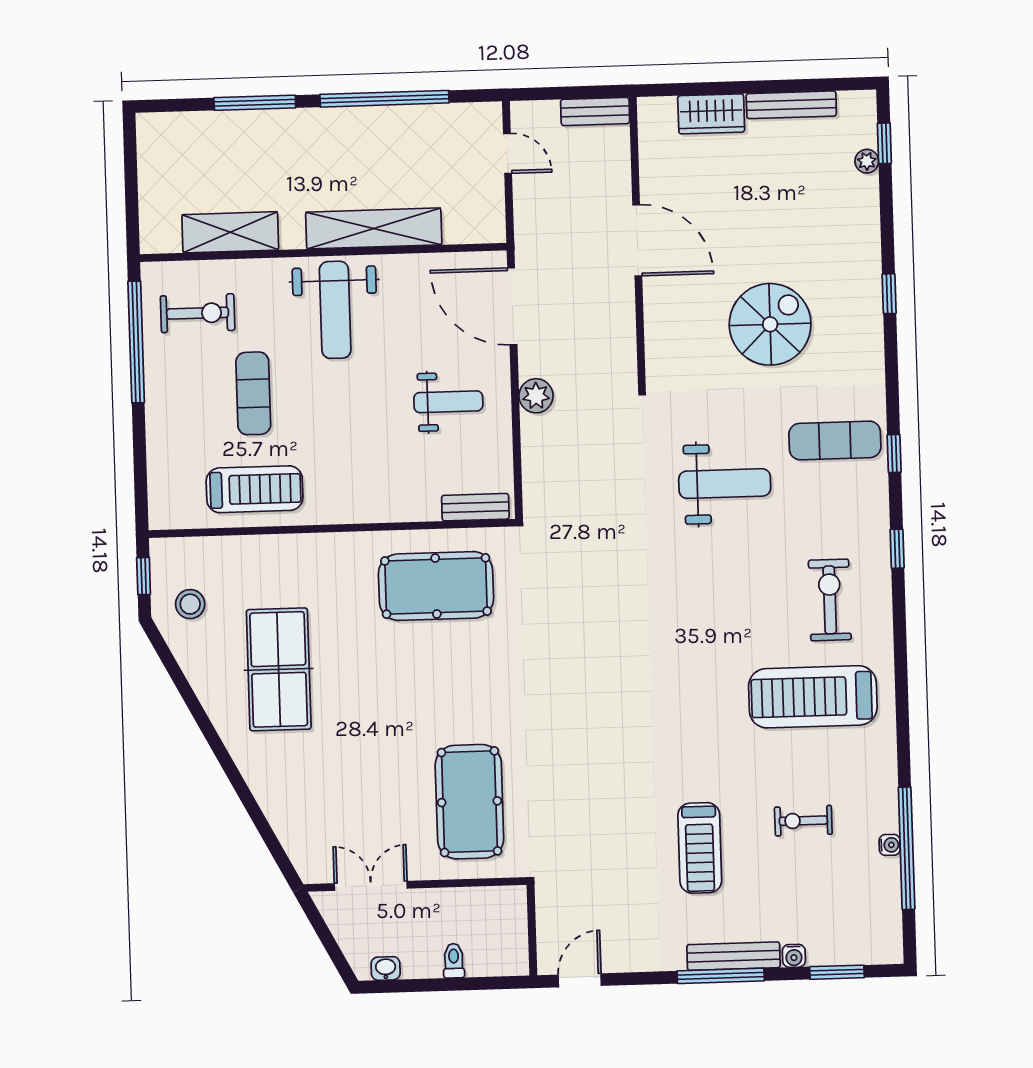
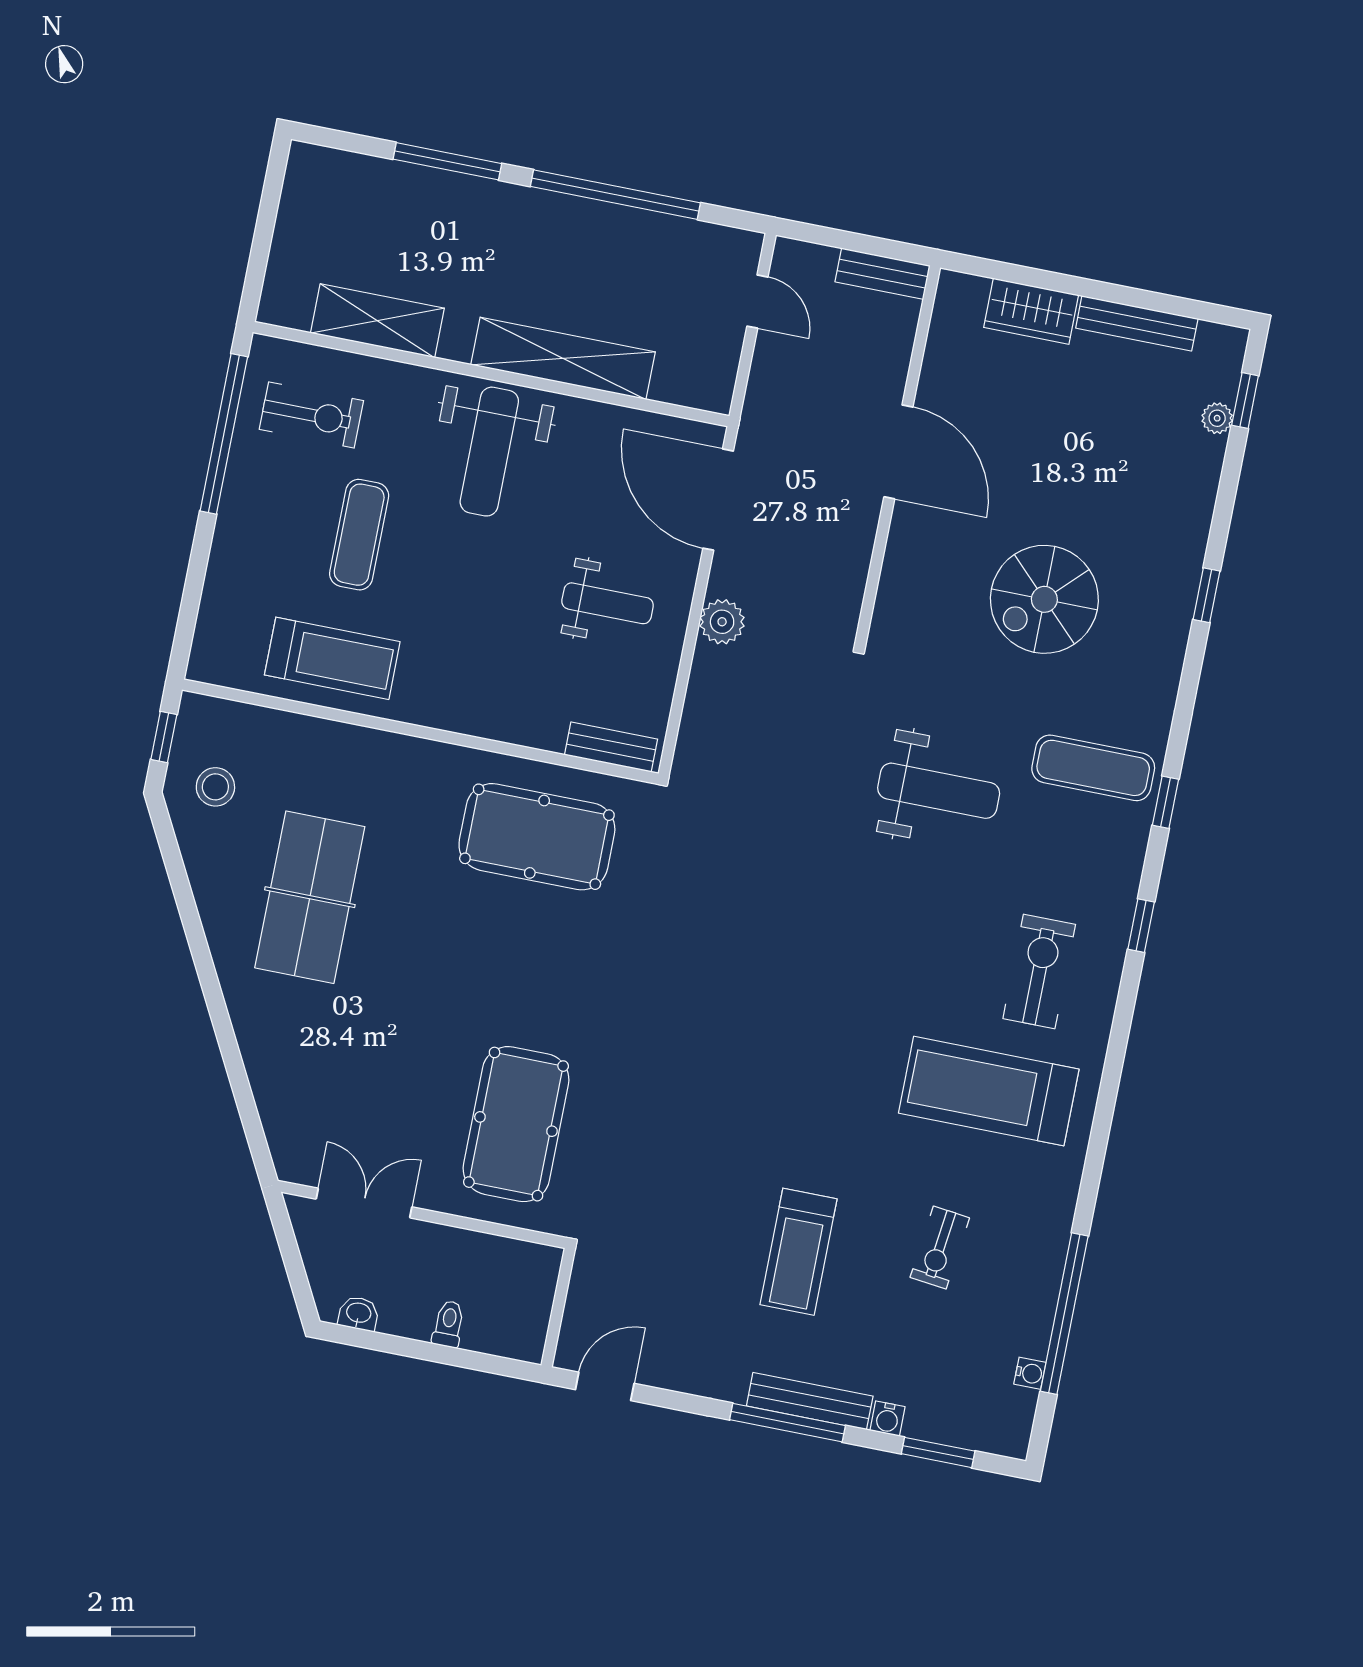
spiral stairs: (770, 324) -> (1044, 599), turned 180
exercise bike: (803, 821) -> (940, 1248), turned -83
water cooler: (890, 845) -> (1030, 1373), moved

